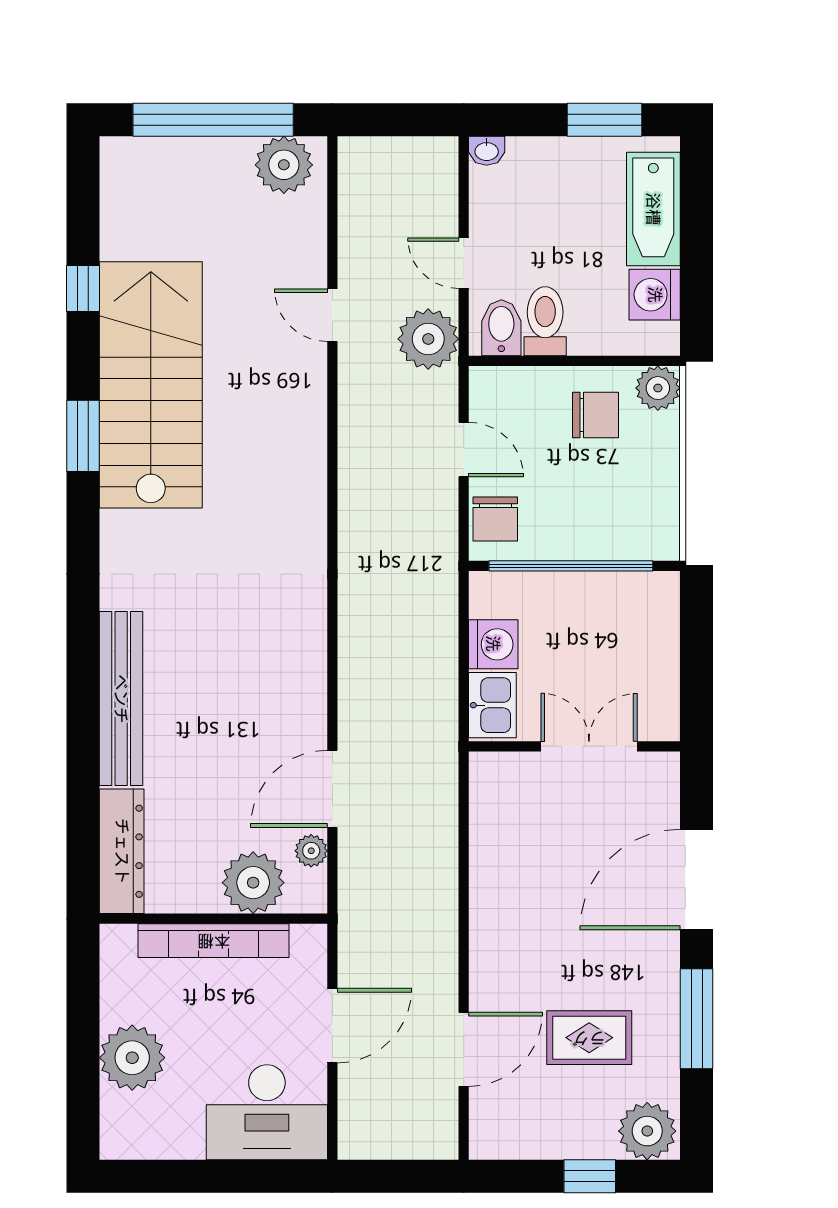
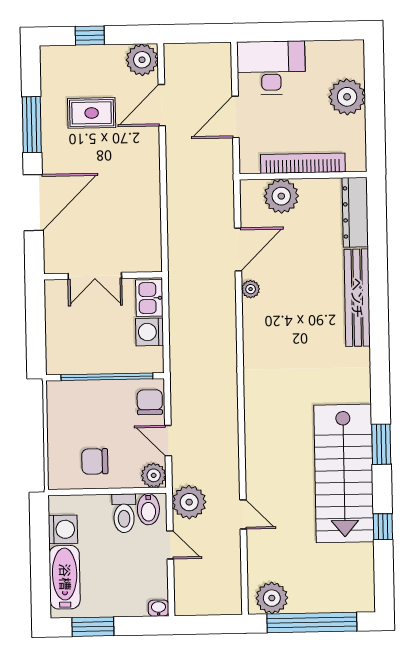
plant: (658, 388) -> (154, 475), moved
plant: (311, 851) -> (251, 289), moved
plant: (647, 1131) -> (142, 60), moved

